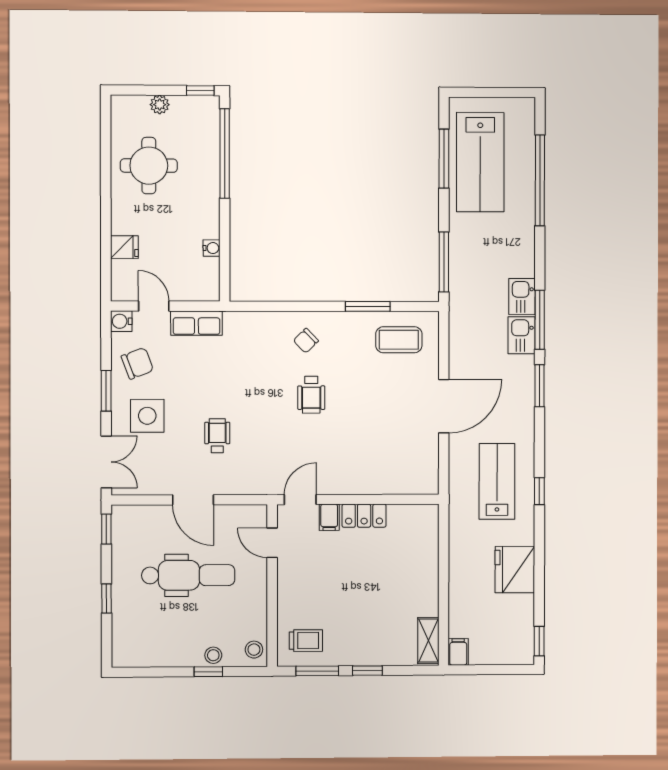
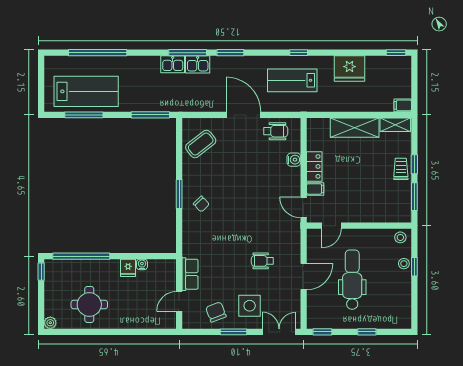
plant: (160, 105) -> (50, 323), moved
fridge: (124, 247) -> (128, 268), moved, turned 180
window: (368, 306) -> (179, 194), moved
water cooler: (121, 321) -> (294, 160), moved, turned -90
coffee table: (399, 340) -> (201, 144), turned 52
wheelchair: (311, 395) -> (276, 131), moved
shelving: (424, 578) -> (355, 128), added
trolley: (306, 641) -> (401, 169), moved

